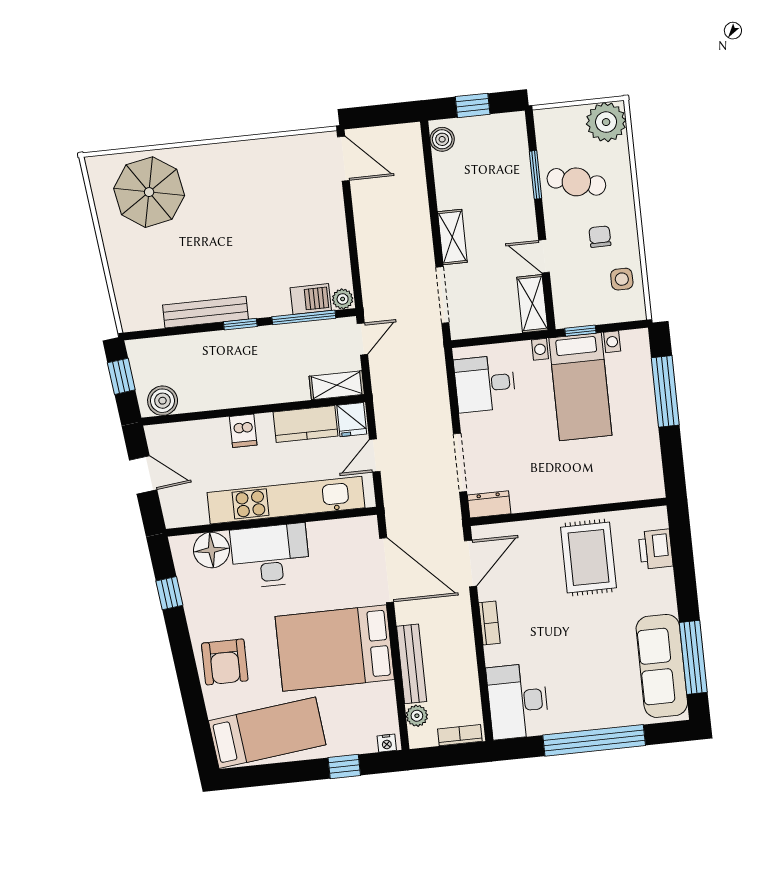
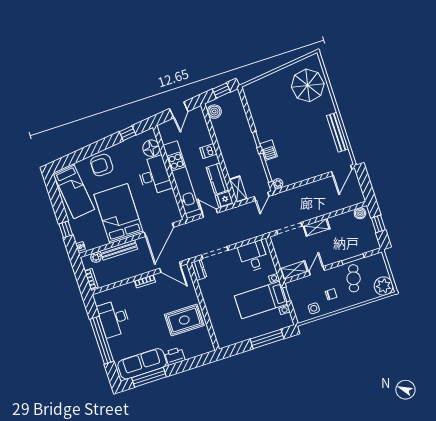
barbecue: (311, 299) -> (269, 150), moved
bench: (206, 312) -> (338, 132), moved
door: (362, 339) -> (262, 196), hinge flipped
printer: (656, 549) -> (175, 356), moved
desk: (518, 701) -> (114, 319), moved, turned -90

